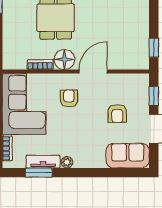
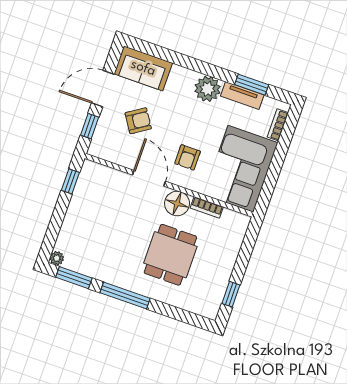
door: (93, 72) -> (149, 178), swing flipped
armchair: (117, 113) -> (138, 121), turned 57
plant: (67, 162) -> (208, 89), width x1.88, depth x1.88

